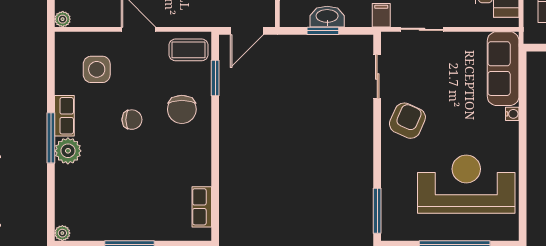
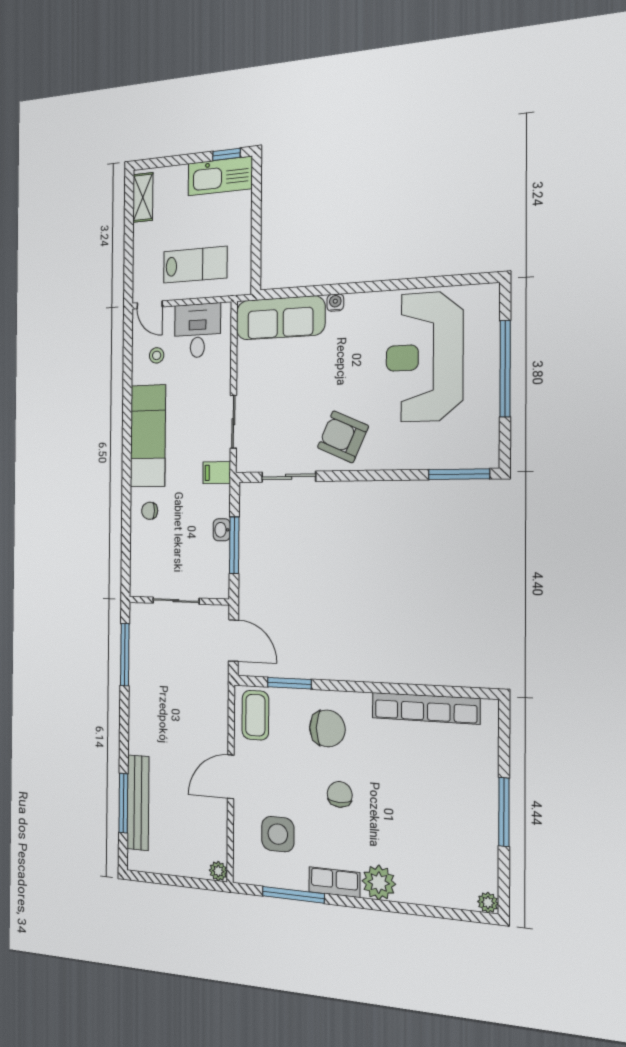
washbasin: (327, 17) -> (222, 530), width x0.52, depth x0.69
window: (323, 31) -> (234, 545), width x1.44
window: (51, 138) -> (293, 895), moved
row of seats: (202, 207) -> (426, 708), width x2.02

